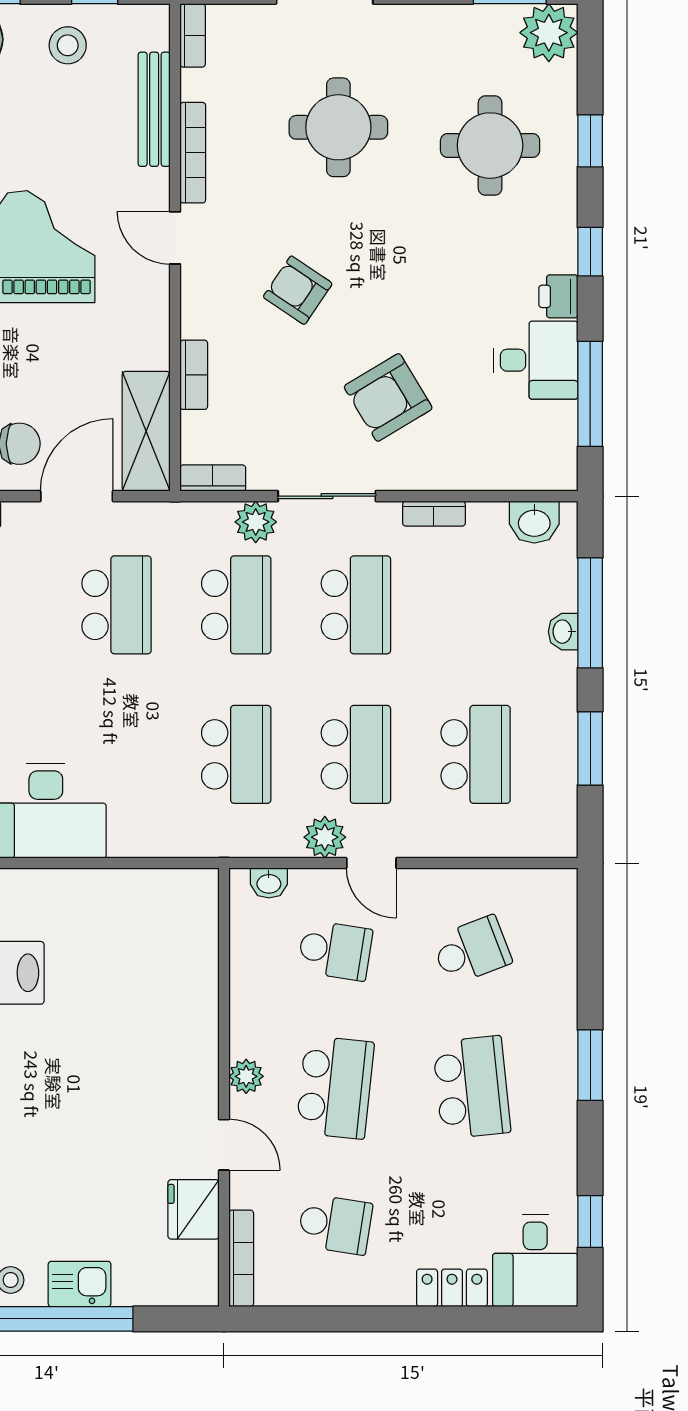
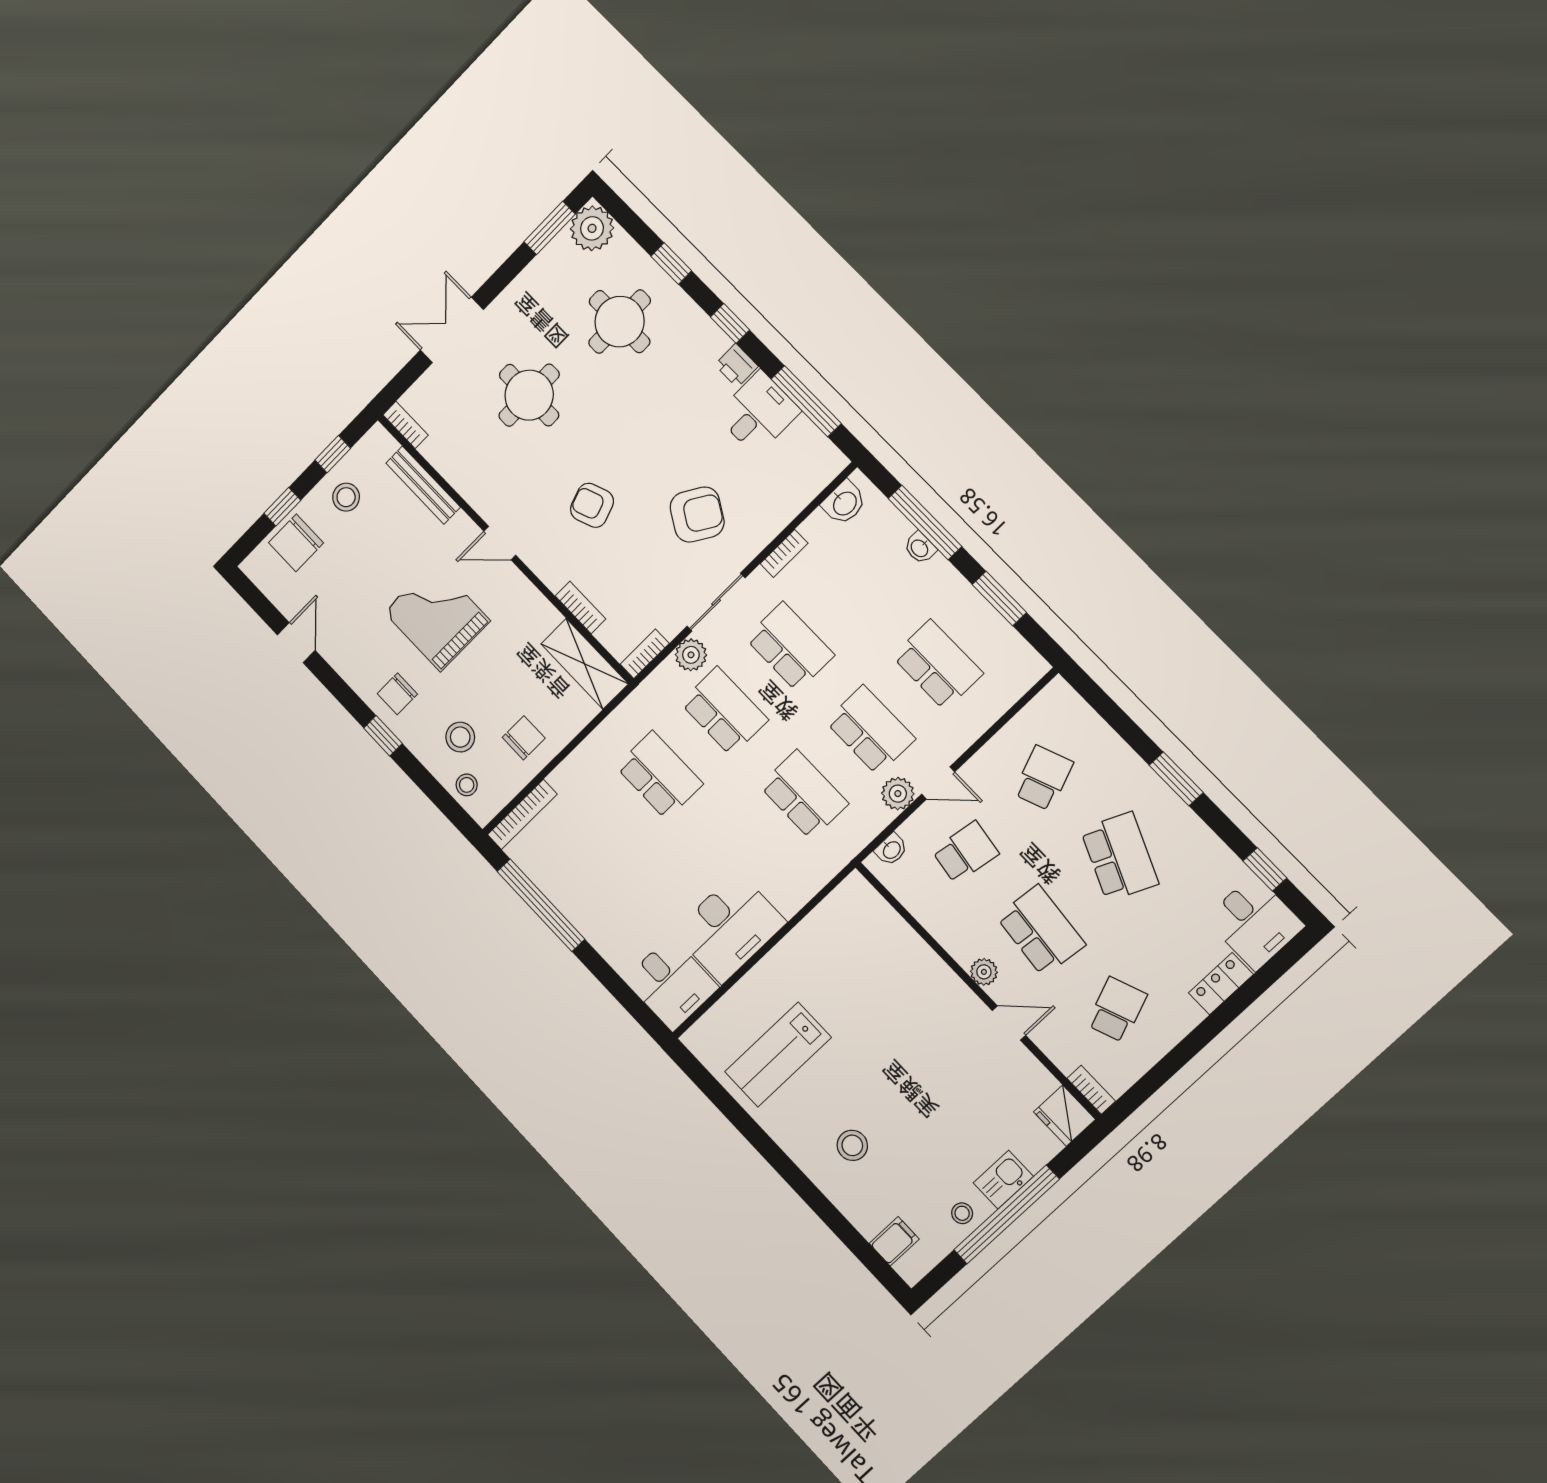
bookcase: (193, 153) -> (465, 488), removed
armchair: (298, 290) -> (592, 505), turned 36
armchair: (388, 397) -> (697, 515), turned -118
door: (77, 496) -> (581, 736), removed
school desk: (472, 1087) -> (1119, 857), turned 30
fridge: (193, 1209) -> (1064, 1116), moved
school desk: (335, 1224) -> (1117, 1010), turned -30
bookcase: (241, 1258) -> (1091, 1090), width x0.64

